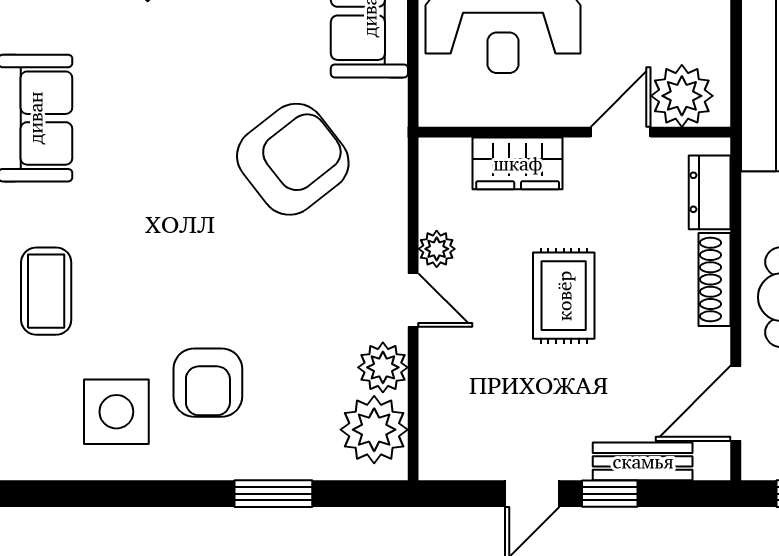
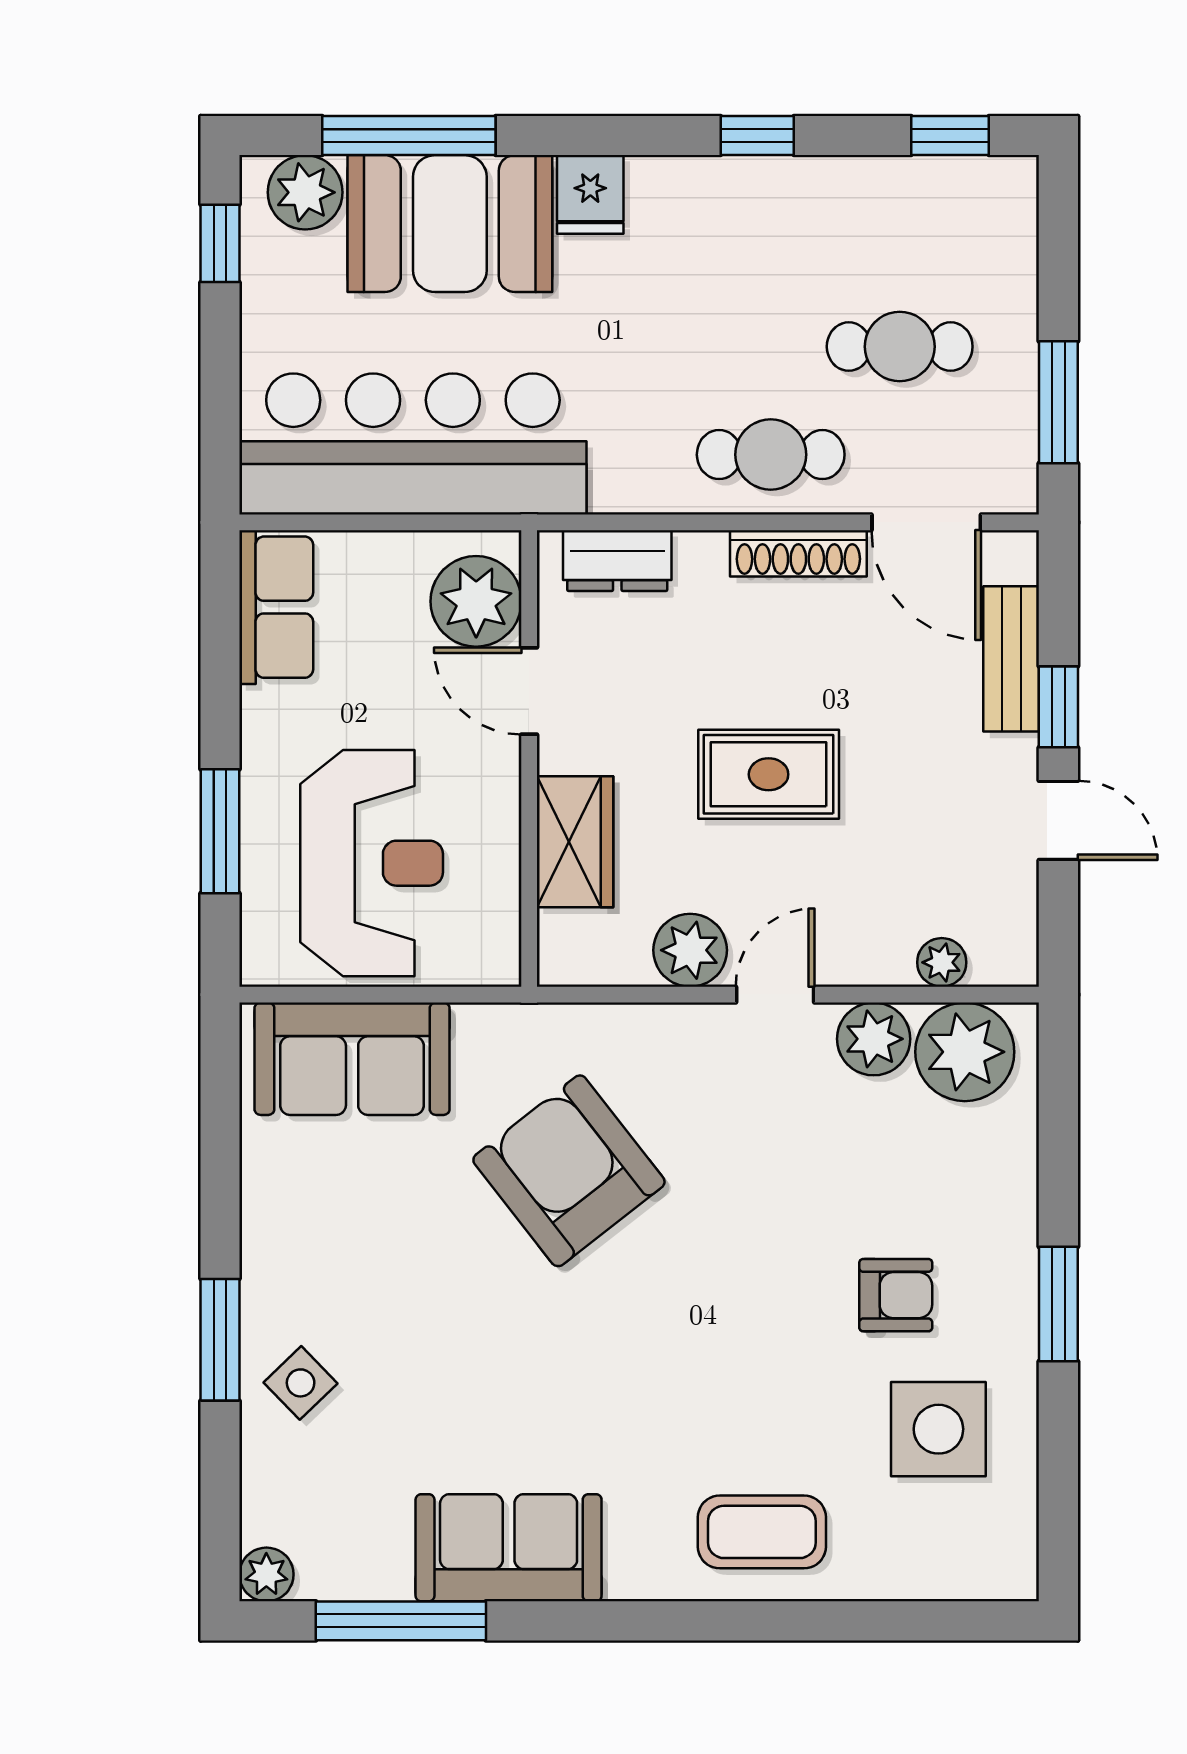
plant: (437, 249) -> (690, 950), width x1.38, depth x1.38
shoe rack: (715, 280) -> (798, 553), moved
armchair: (208, 383) -> (896, 1295), width x0.72, depth x0.72
plant: (435, 414) -> (942, 962), added
window: (273, 494) -> (1058, 1304), moved

